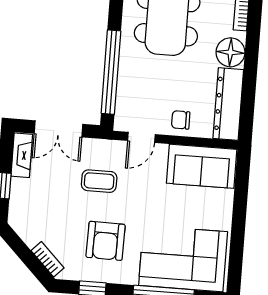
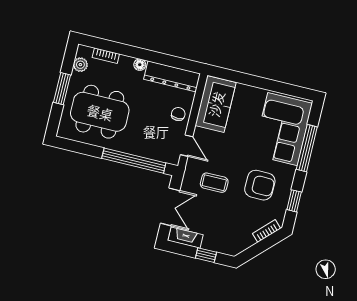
floor lamp: (230, 52) -> (140, 65), width x0.53, depth x0.53
chair: (181, 120) -> (178, 114), turned 180
coffee table: (99, 181) -> (214, 183), turned 90

